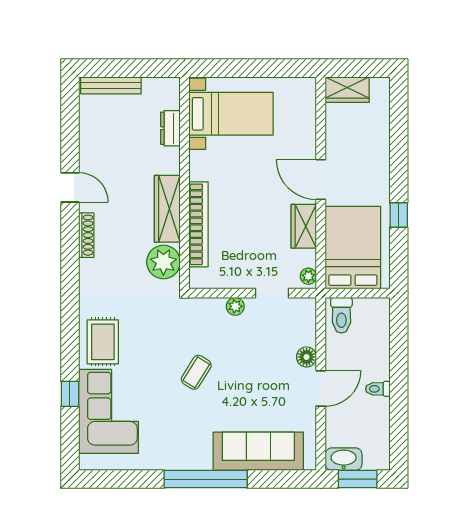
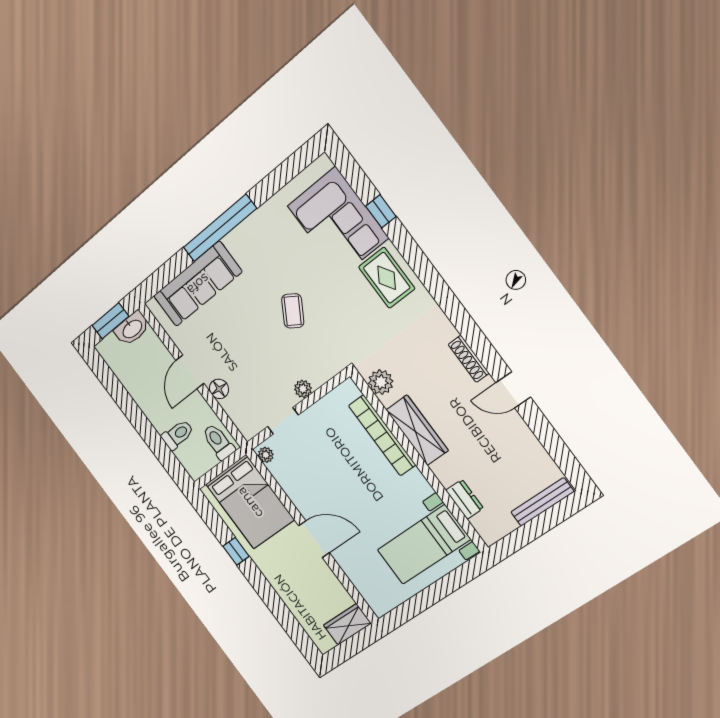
wardrobe: (304, 226) -> (299, 493), removed
plant: (163, 262) -> (381, 382), width x0.73, depth x0.73
toilet: (378, 389) -> (178, 435), moved, width x1.37, depth x1.39

